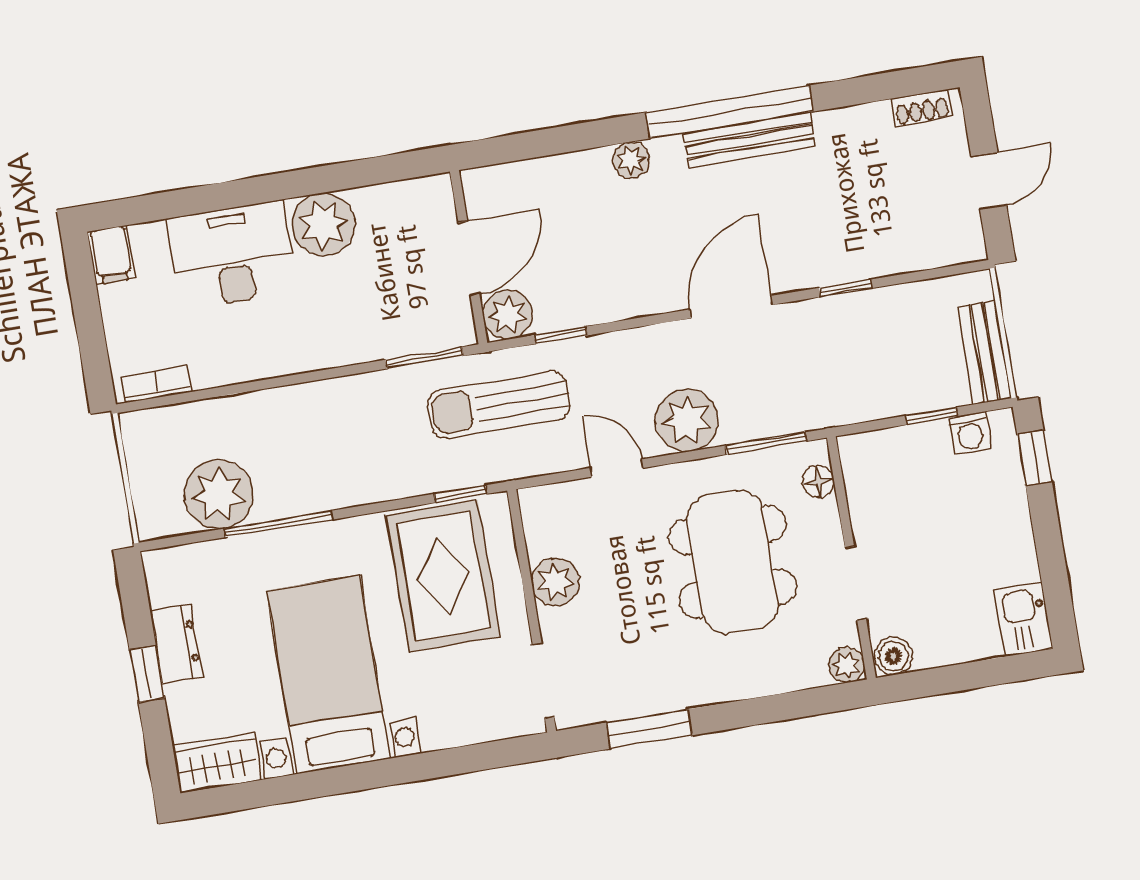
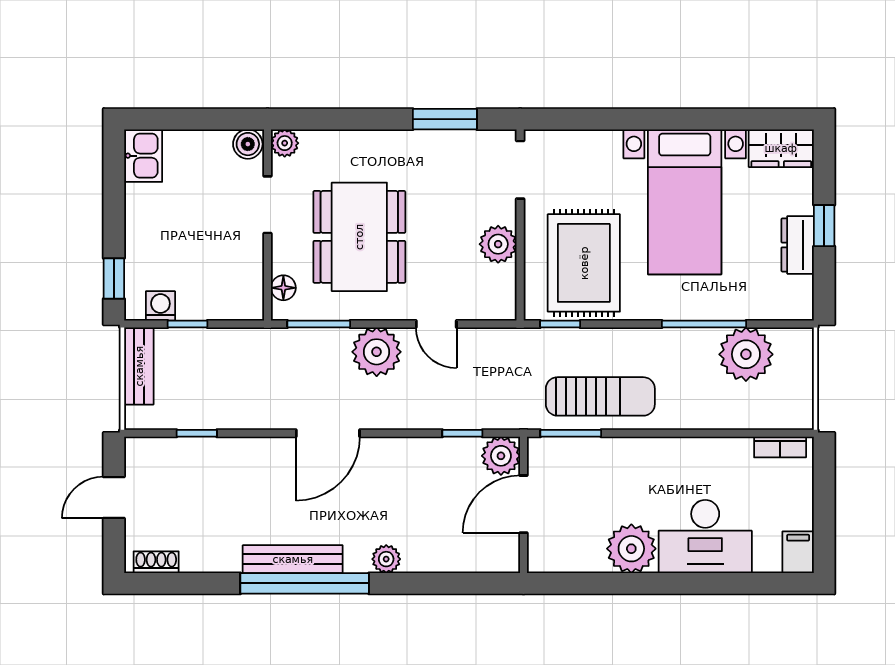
window: (845, 288) -> (197, 433), moved
sun lounger: (499, 405) -> (600, 396), moved

